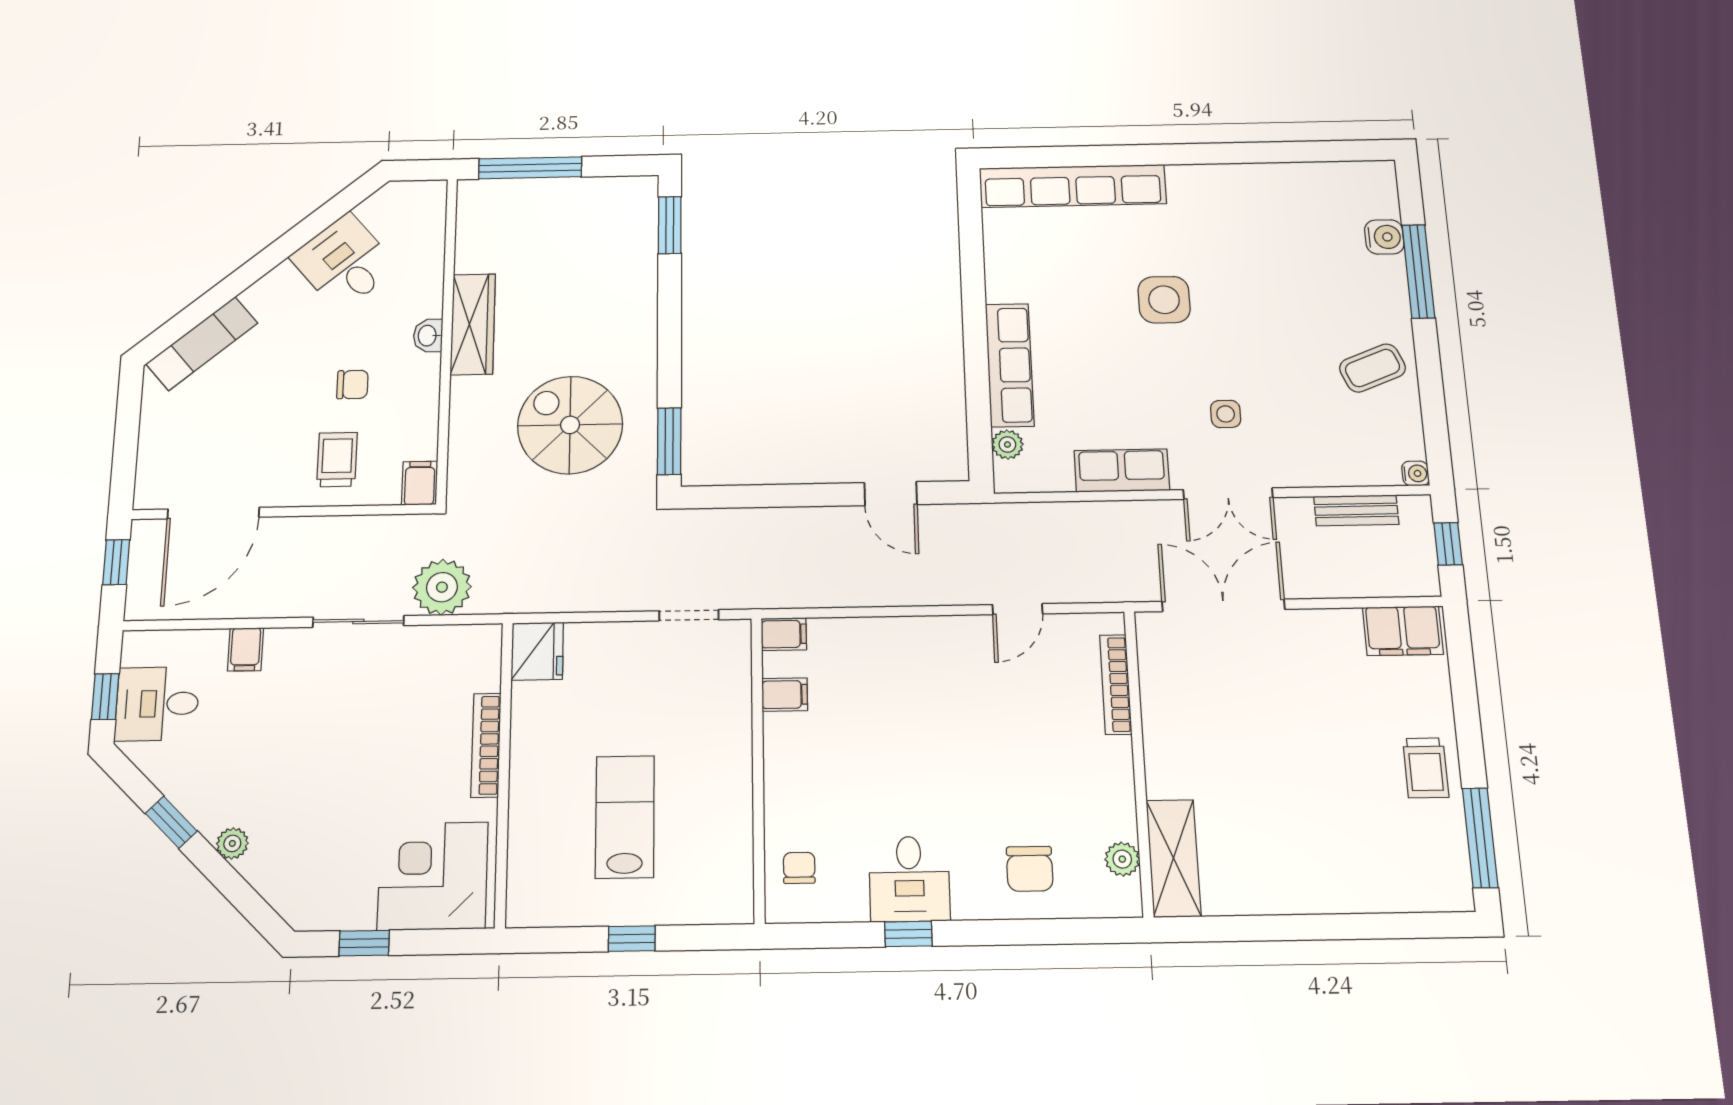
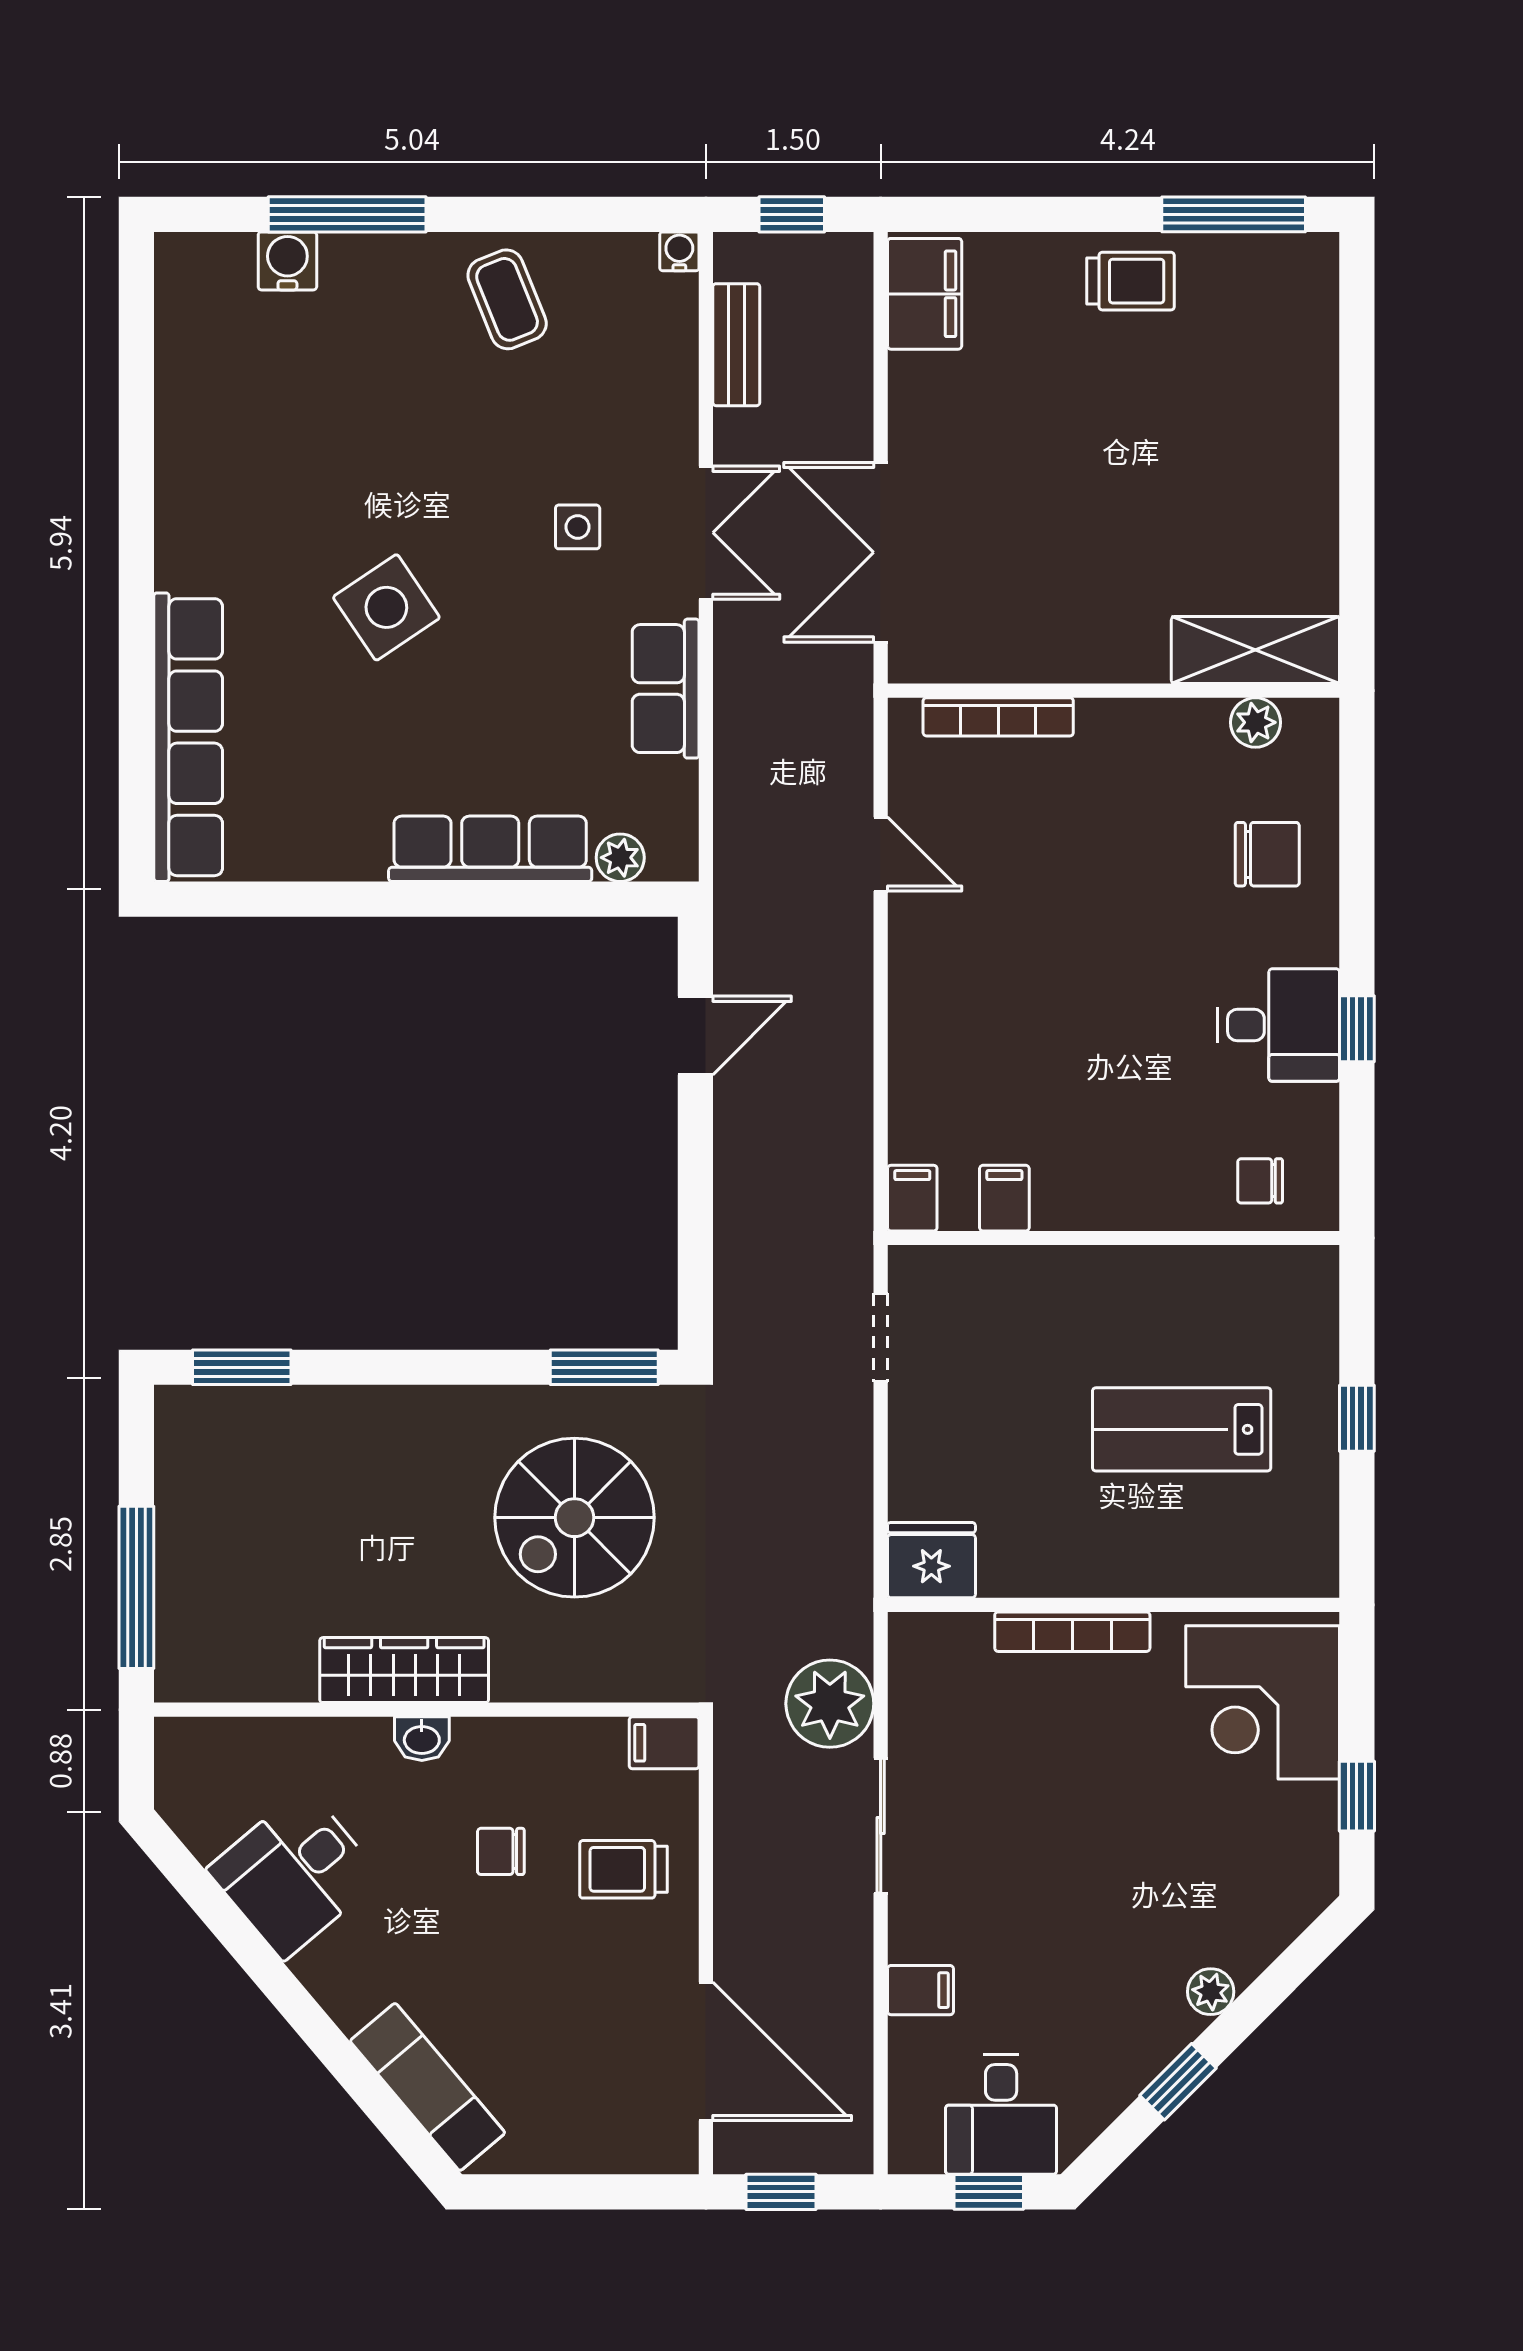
side table: (1164, 300) -> (386, 607), turned -34
chair: (352, 384) -> (501, 1851), turned -90

